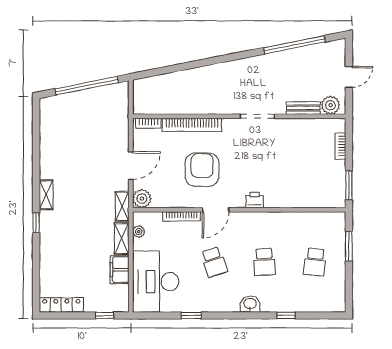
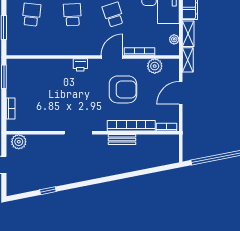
window: (294, 45) -> (48, 191), width x0.32
bench: (303, 108) -> (122, 139), moved
armchair: (202, 170) -> (123, 89), turned -90
plant: (142, 199) -> (155, 66), moved

